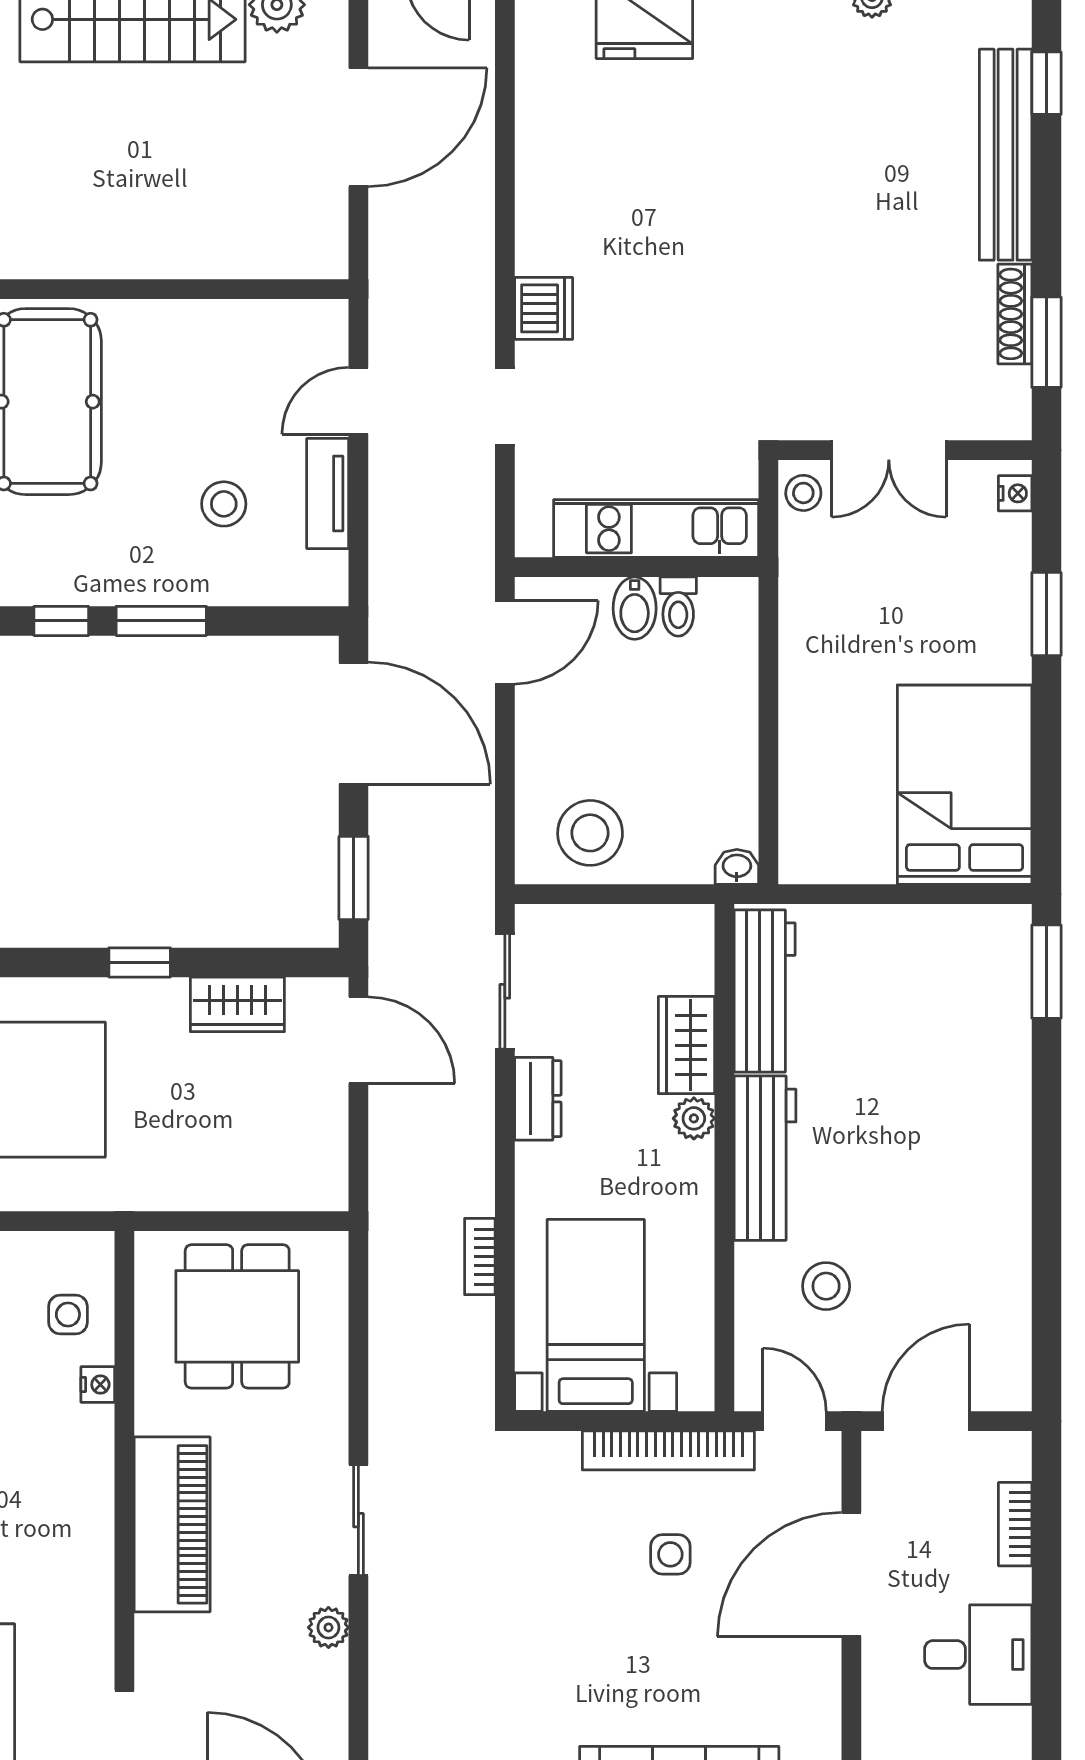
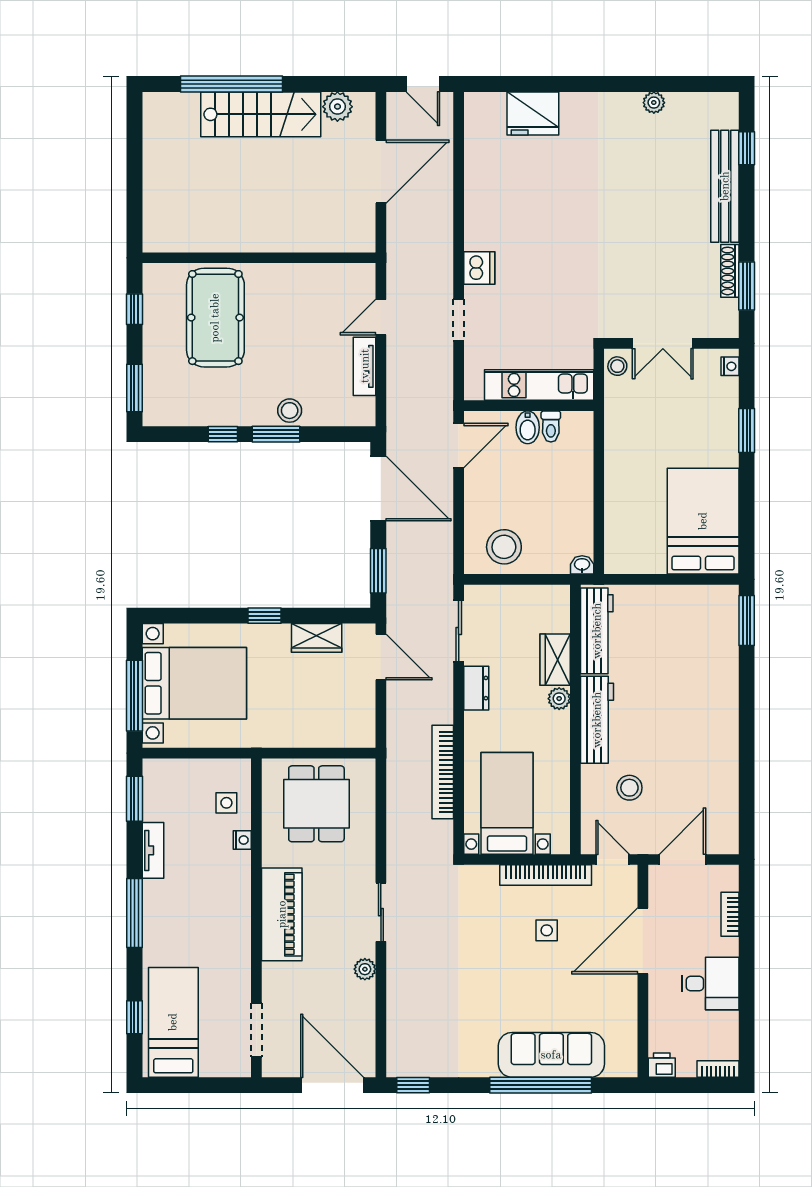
stool: (224, 504) -> (290, 411), moved
bookcase: (480, 1257) -> (443, 772), width x2.31, depth x1.31

